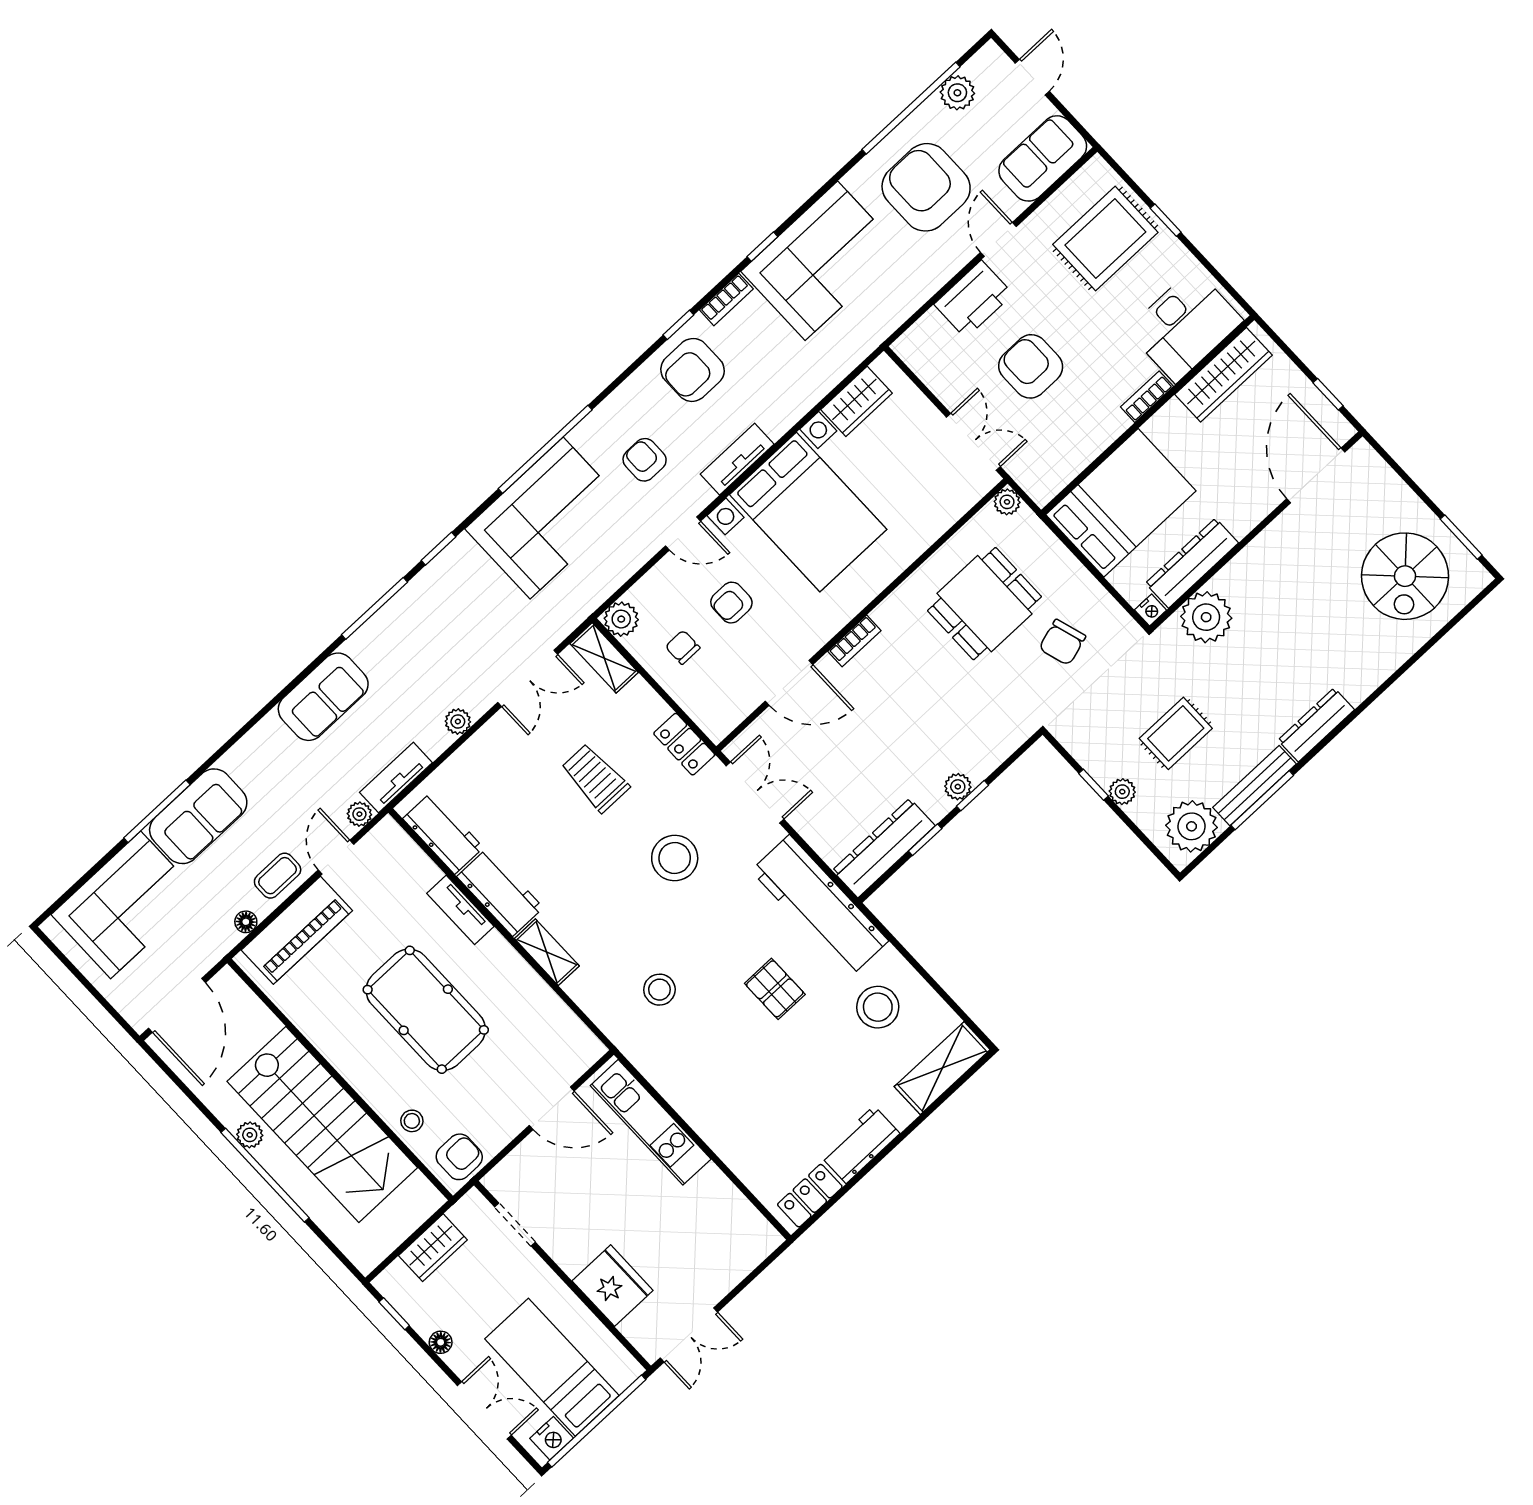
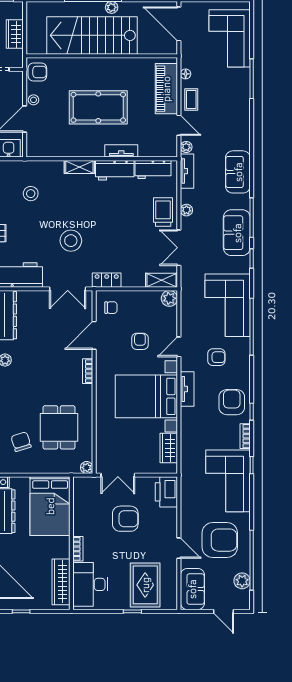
printer: (974, 299) -> (166, 492), moved
chair: (683, 647) -> (111, 308), moved
trolley: (595, 778) -> (163, 212), moved, turned -90
sofa: (198, 816) -> (237, 233), moved
stool: (412, 1121) -> (33, 100), moved
armchair: (459, 1157) -> (37, 72), turned -90

